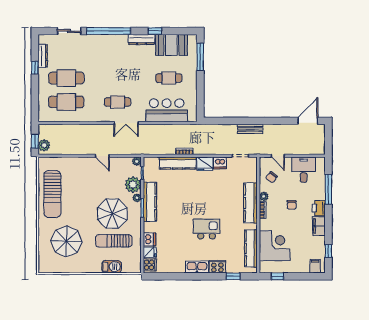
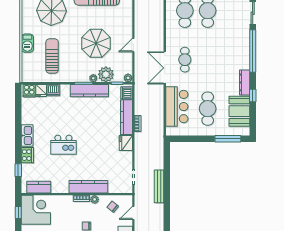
cafe table: (169, 78) -> (208, 109), width x1.37, depth x1.35
double door: (126, 123) -> (165, 68), width x1.37
bench: (250, 129) -> (159, 186), width x1.36
dishwasher: (220, 163) -> (127, 93), moved
parasol: (112, 214) -> (96, 43), moved
kitchen island: (207, 229) -> (63, 145), turned 90
corner desk: (275, 246) -> (36, 210), moved, turned -90
kitchen counter: (251, 248) -> (39, 187), width x0.67
barbecue: (112, 267) -> (27, 43), moved

